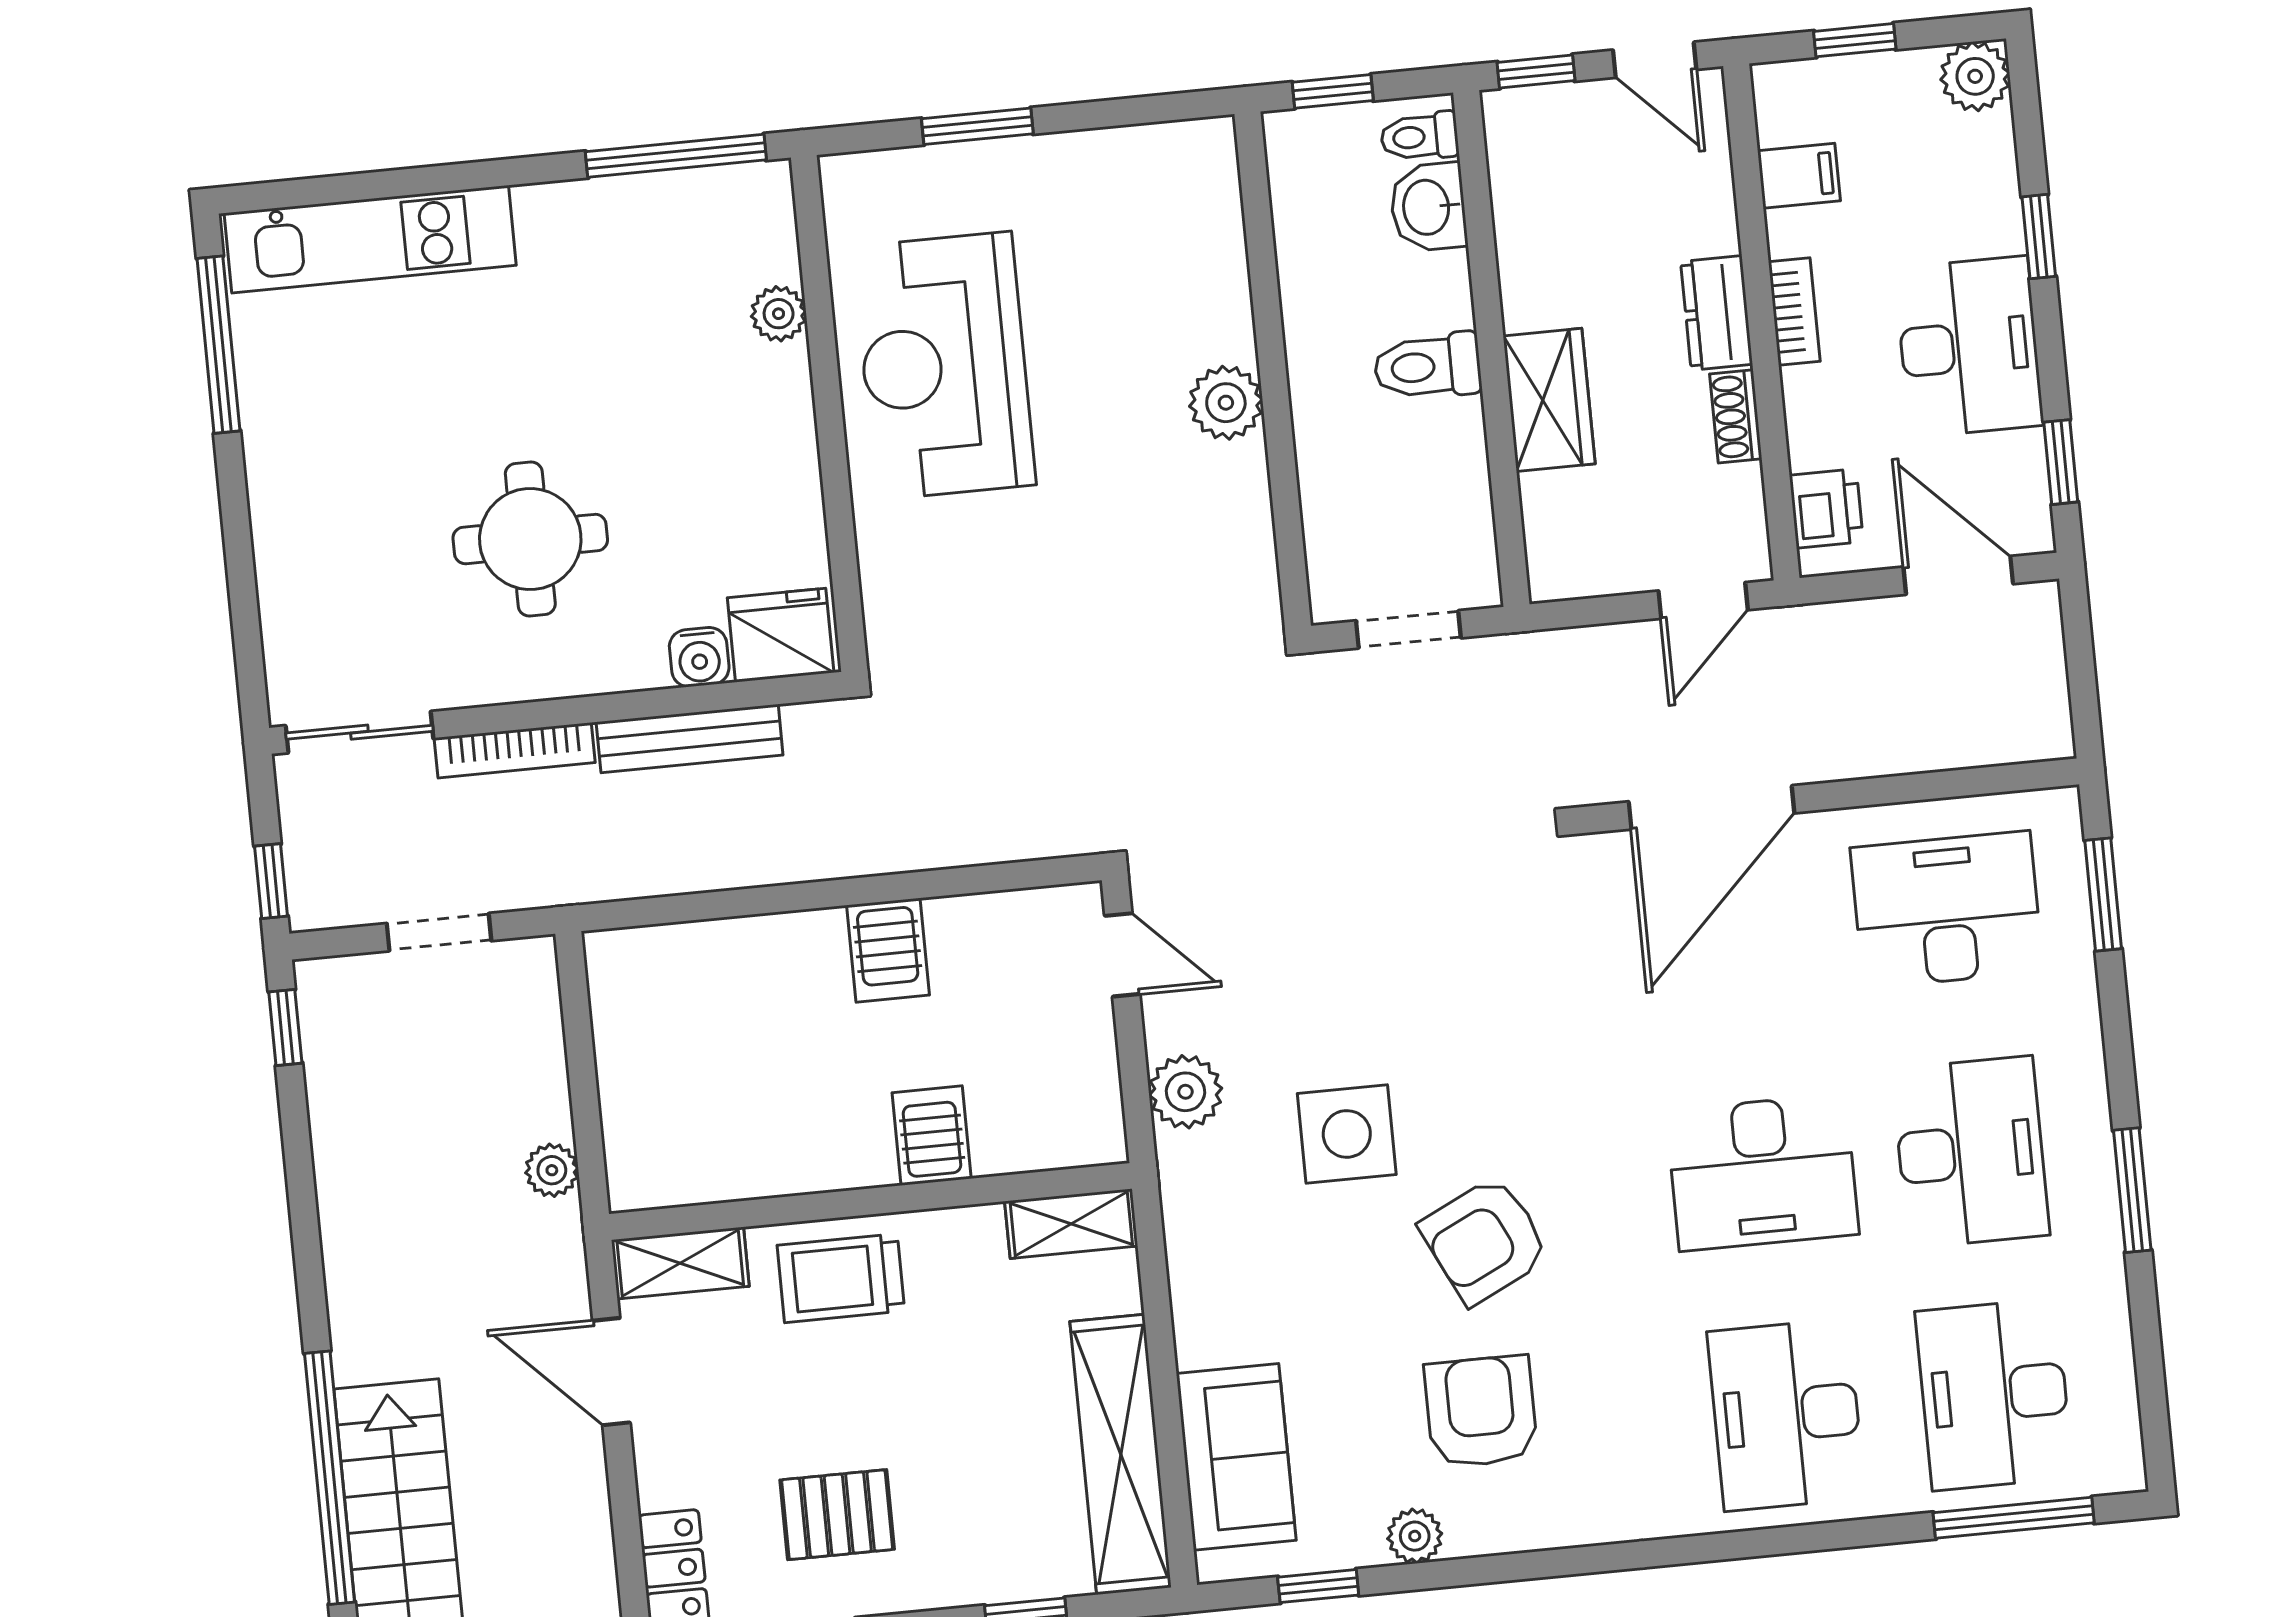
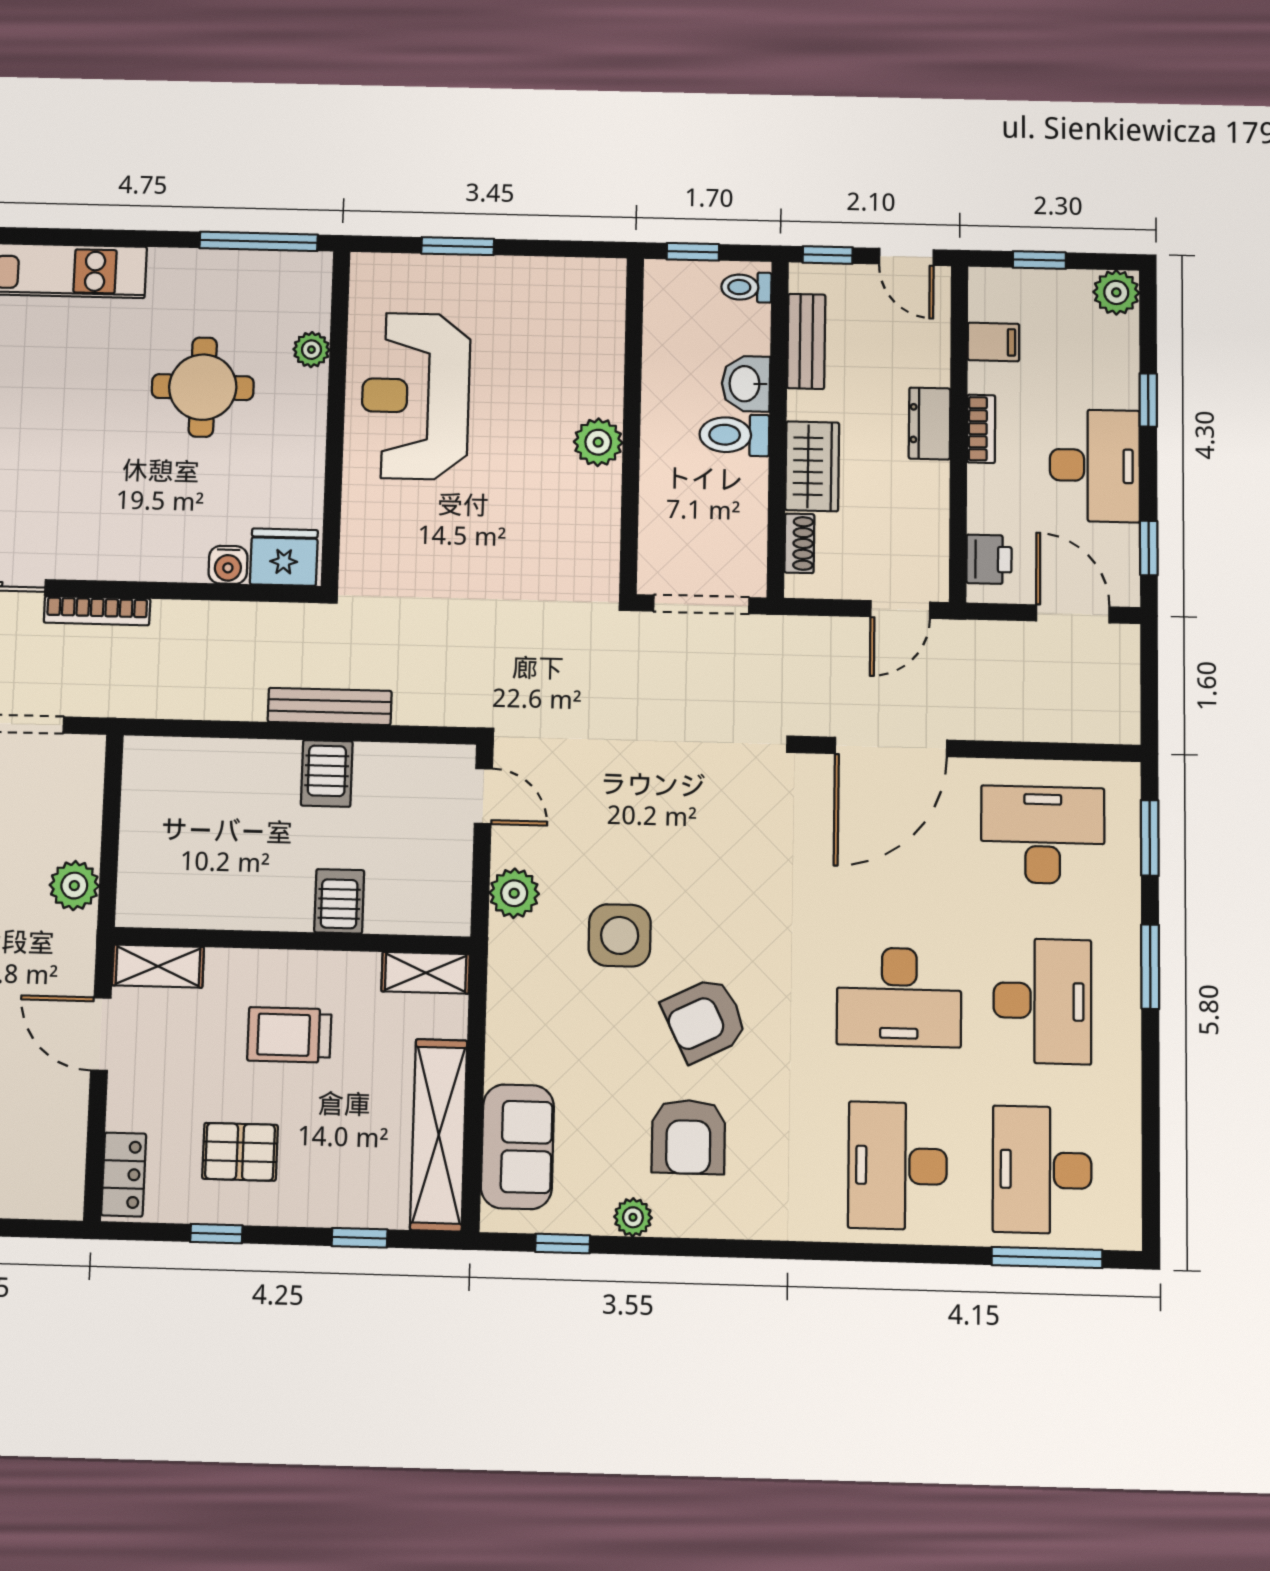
washbasin: (1428, 207) -> (746, 384), moved
bench: (1519, 209) -> (806, 341), added
shoe rack: (1736, 416) -> (799, 543), moved, turned 180
round table: (530, 539) -> (203, 387), moved
doorway: (1408, 629) -> (701, 604), width x1.38
bench: (690, 738) -> (330, 706), moved
plant: (552, 1170) -> (74, 886), width x1.38, depth x1.38
window: (2132, 1190) -> (1150, 967), moved
trolley: (841, 1278) -> (289, 1035), moved
armchair: (1481, 1412) -> (688, 1137), turned 180

